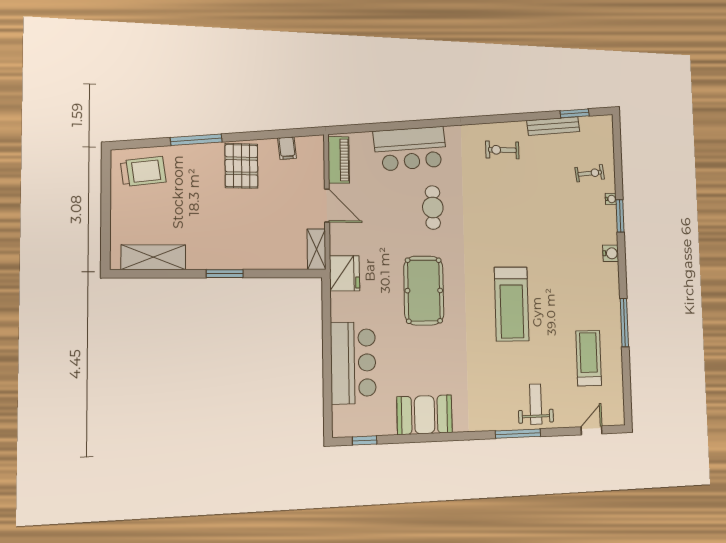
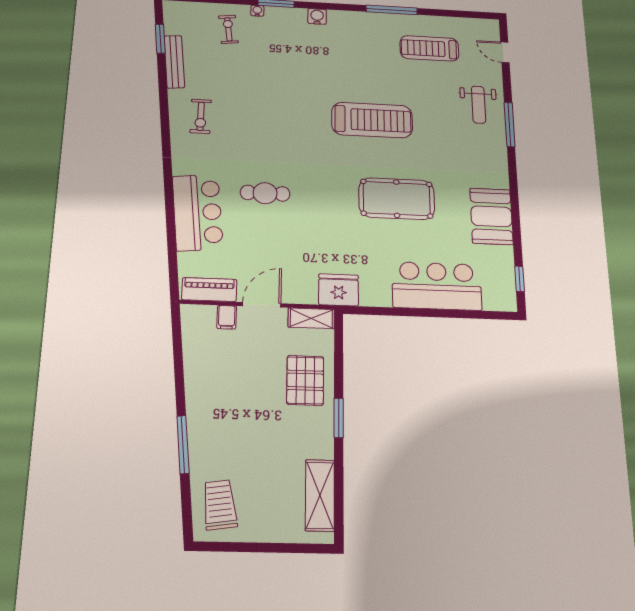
filing cabinet: (287, 148) -> (227, 317), moved, turned 96
pallet: (241, 166) -> (305, 380), moved, turned 90
pool table: (424, 291) -> (397, 199), moved
weight bench: (536, 404) -> (478, 105), turned -90

